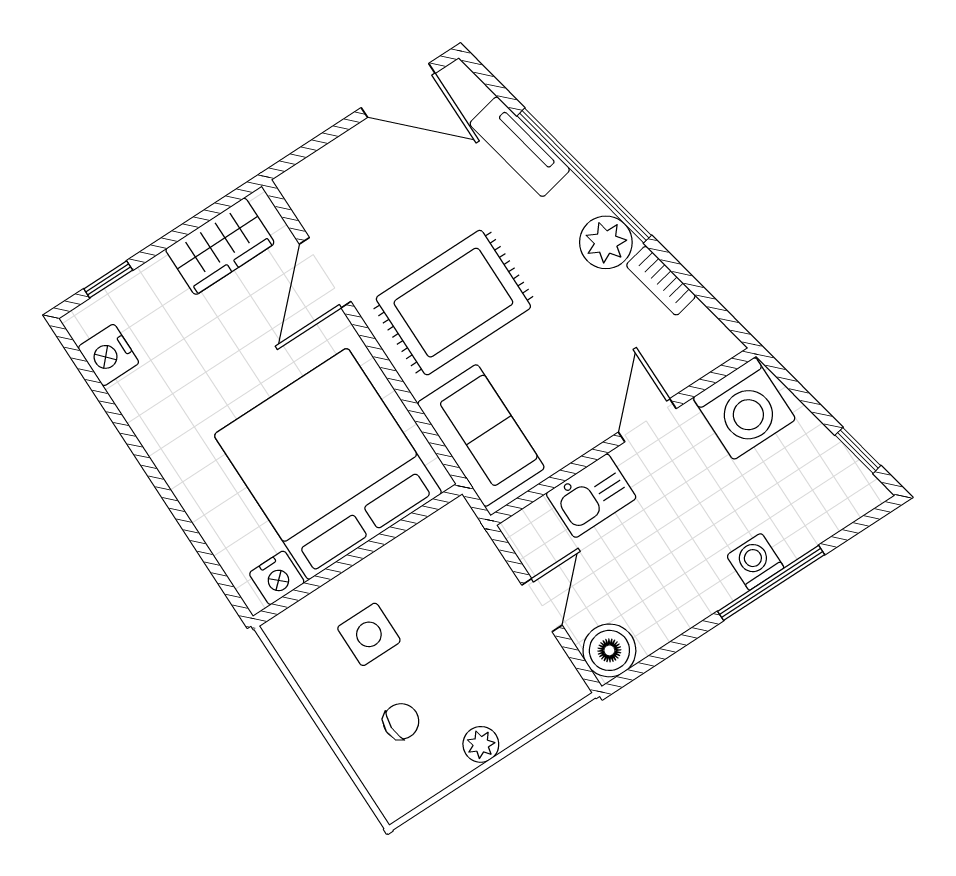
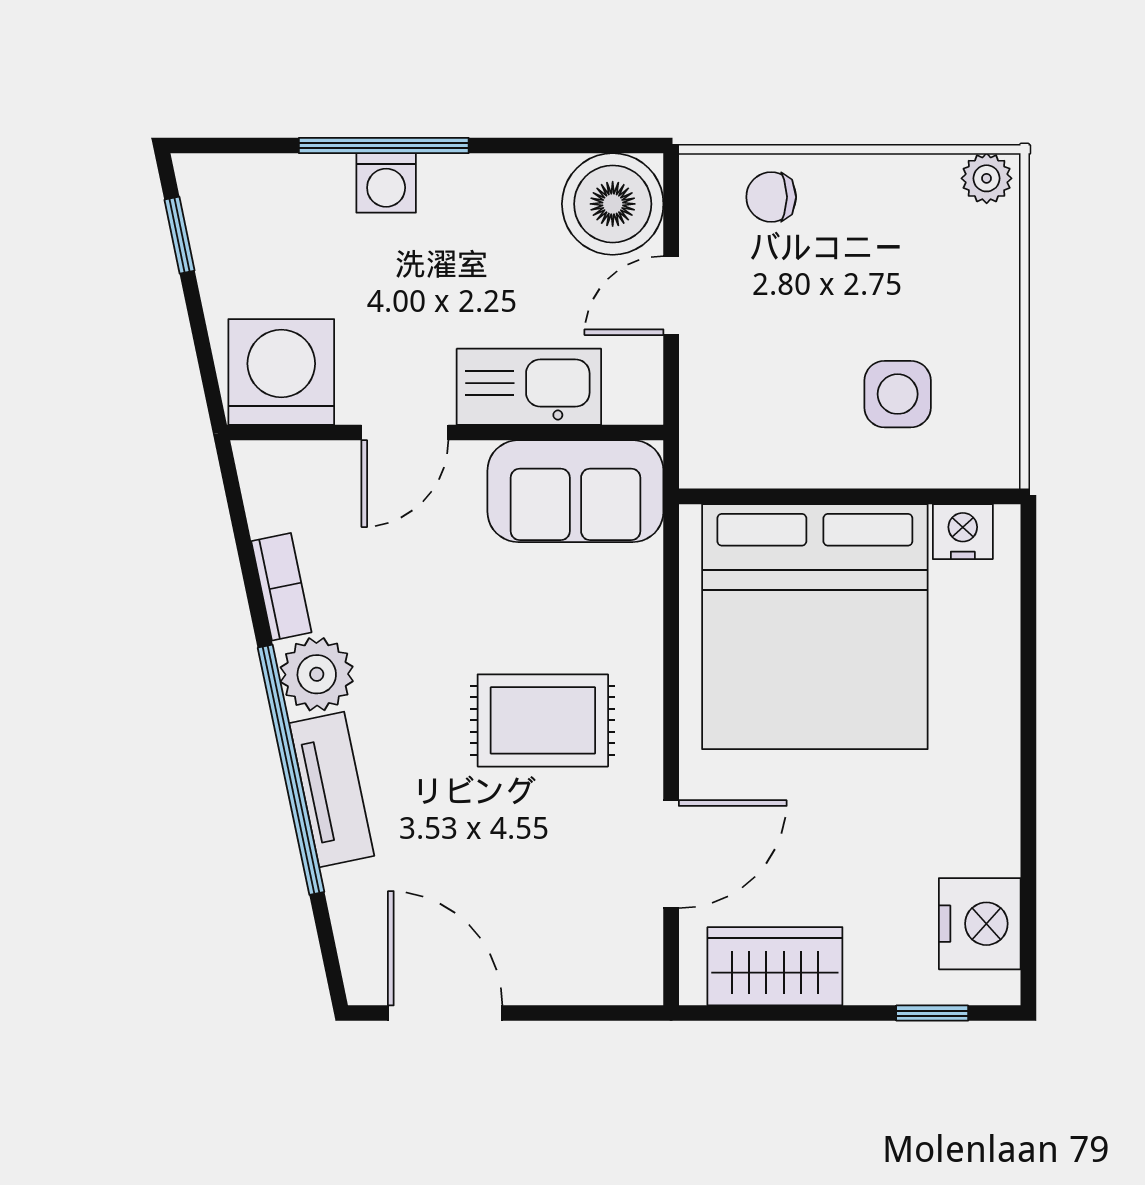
tv unit: (520, 147) -> (332, 789), moved
rug: (453, 303) -> (543, 720), width x0.73, depth x0.70
nightstand: (109, 355) -> (980, 924), width x1.36, depth x1.33
sofa: (481, 435) -> (575, 491), moved, turned -90
kitchen sink: (591, 496) -> (529, 387), width x1.38
boiler: (609, 650) -> (613, 204), width x1.37, depth x1.37
chair: (401, 721) -> (771, 197), moved
plant: (481, 744) -> (987, 178), moved

